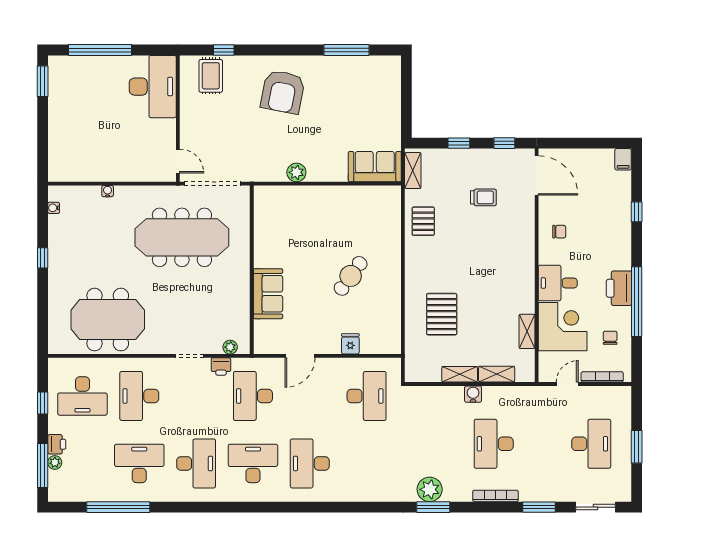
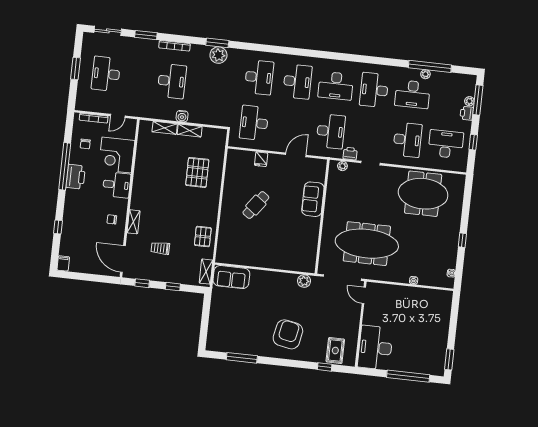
plant: (296, 172) -> (304, 281), moved
shelving: (527, 331) -> (134, 222), moved
desk: (367, 463) -> (259, 77), added
plant: (123, 495) -> (425, 74), added

